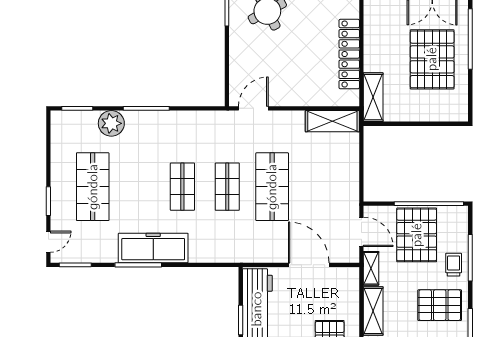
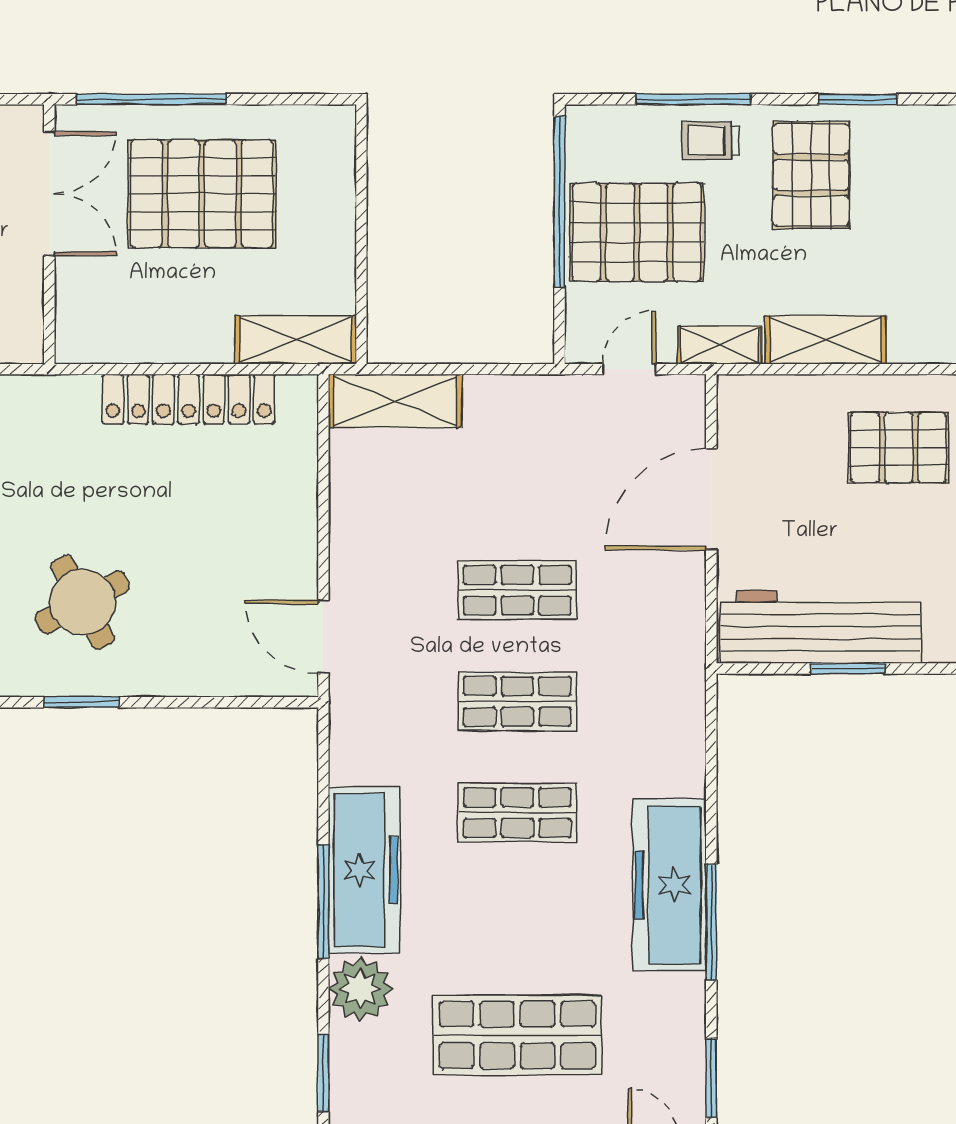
shelving: (332, 121) -> (395, 401), moved, turned 90
freezer: (159, 125) -> (364, 870), added
shop shelf: (272, 187) -> (517, 590), width x0.70, depth x0.74
door: (361, 232) -> (629, 369), width x0.73

